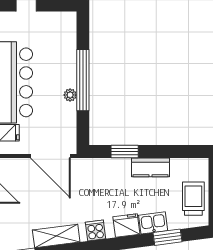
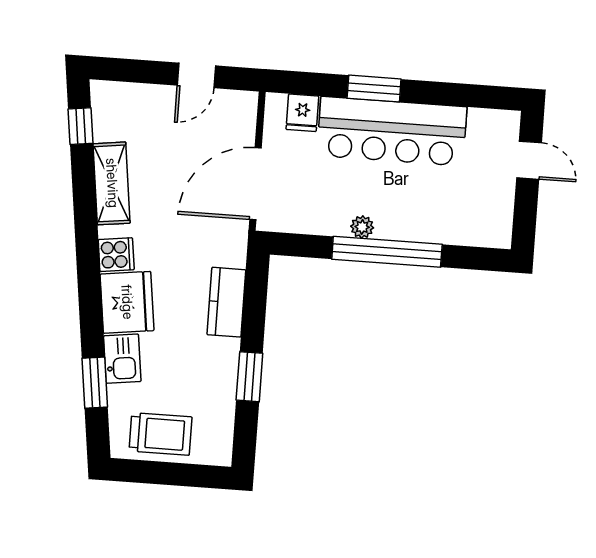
window: (125, 152) -> (249, 377), moved
kitchen counter: (150, 167) -> (226, 302), moved
fridge: (126, 225) -> (127, 302), width x1.36, depth x1.34

